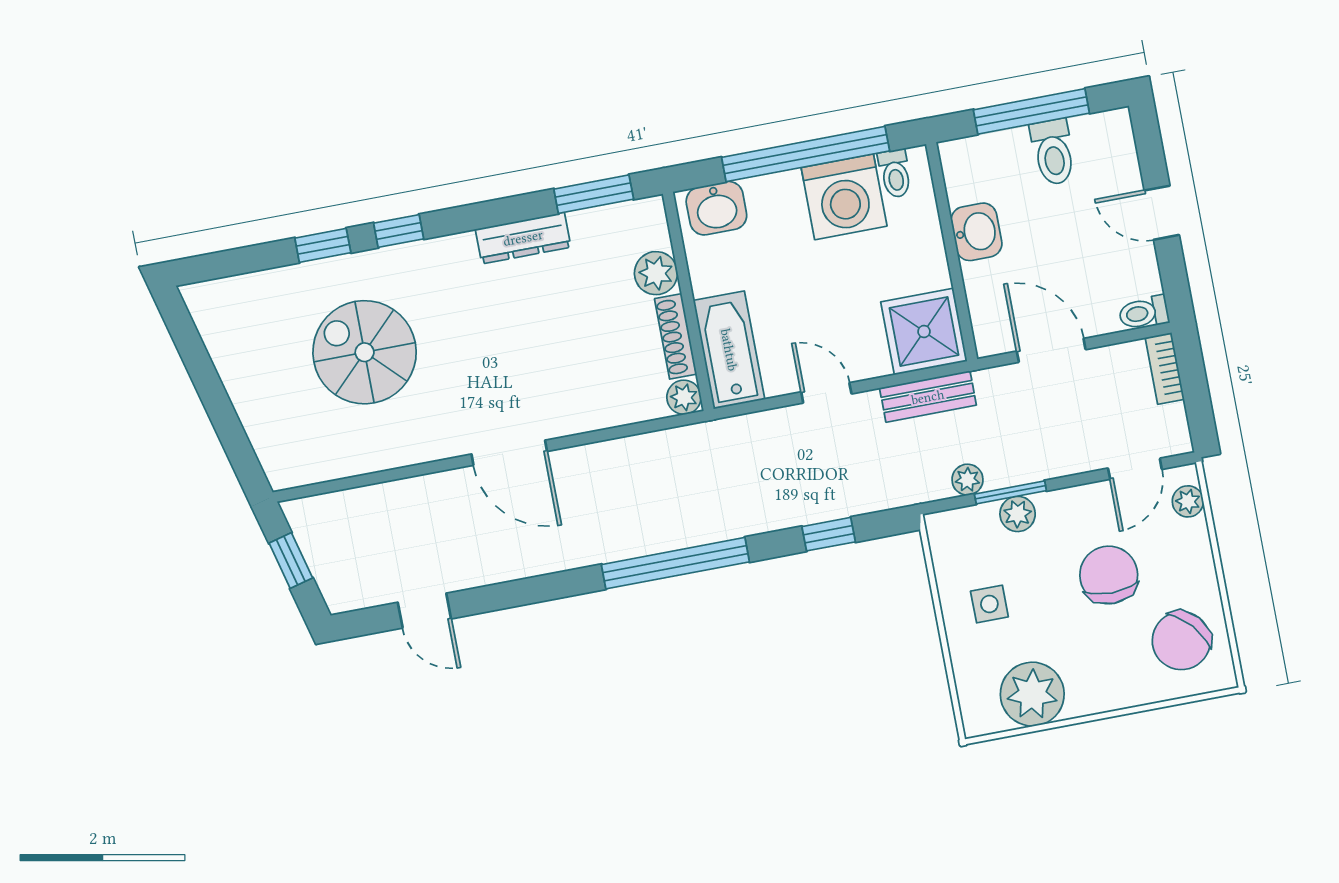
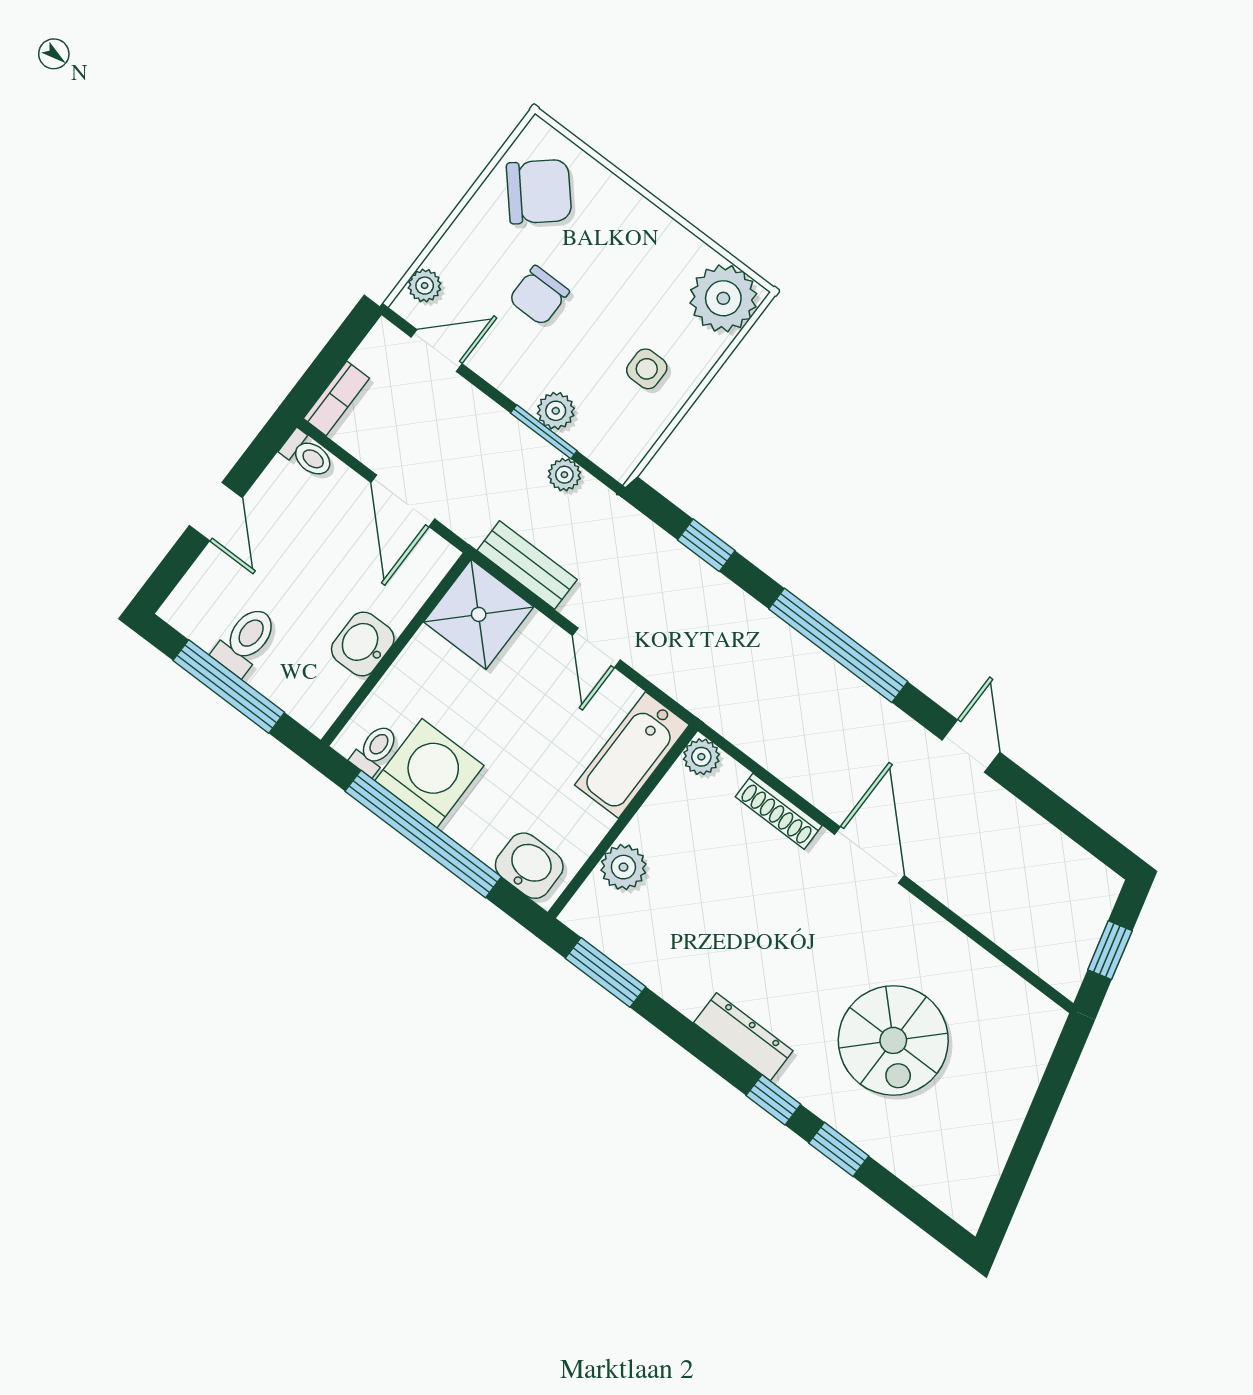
dresser: (523, 238) -> (743, 1037), moved
shoe rack: (676, 336) -> (779, 811), moved, turned 90
chair: (1109, 575) -> (539, 296), width x0.73, depth x0.73
door: (424, 611) -> (971, 746), moved
plant: (1032, 694) -> (723, 298), moved

